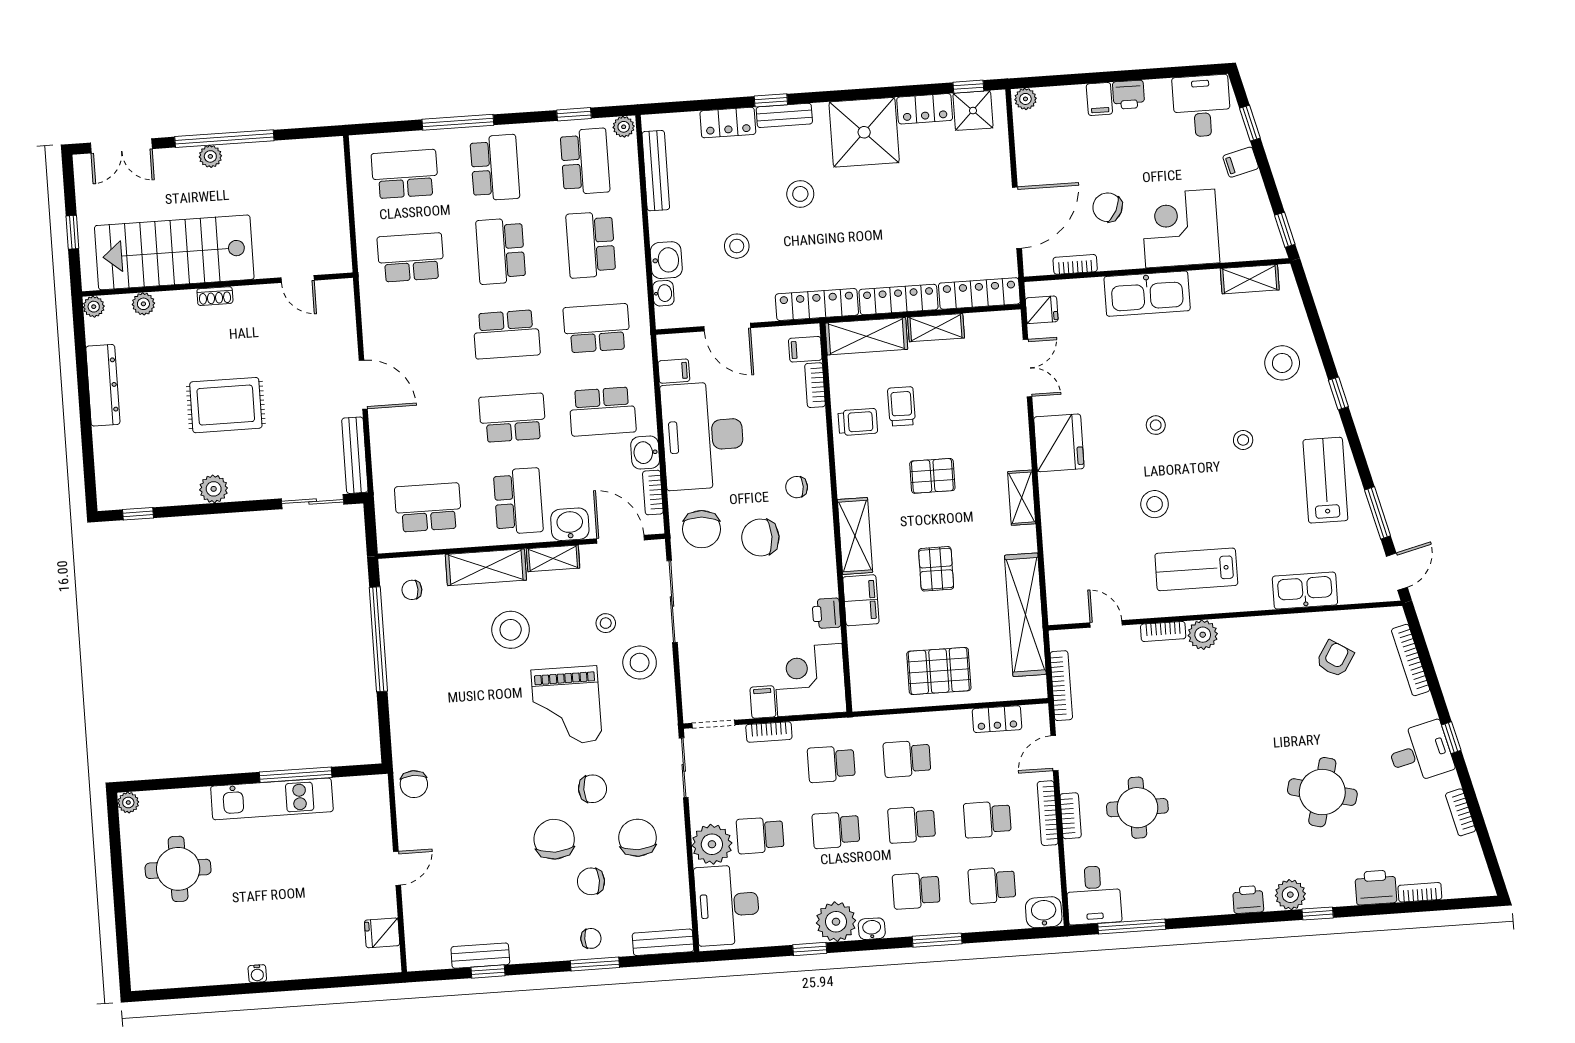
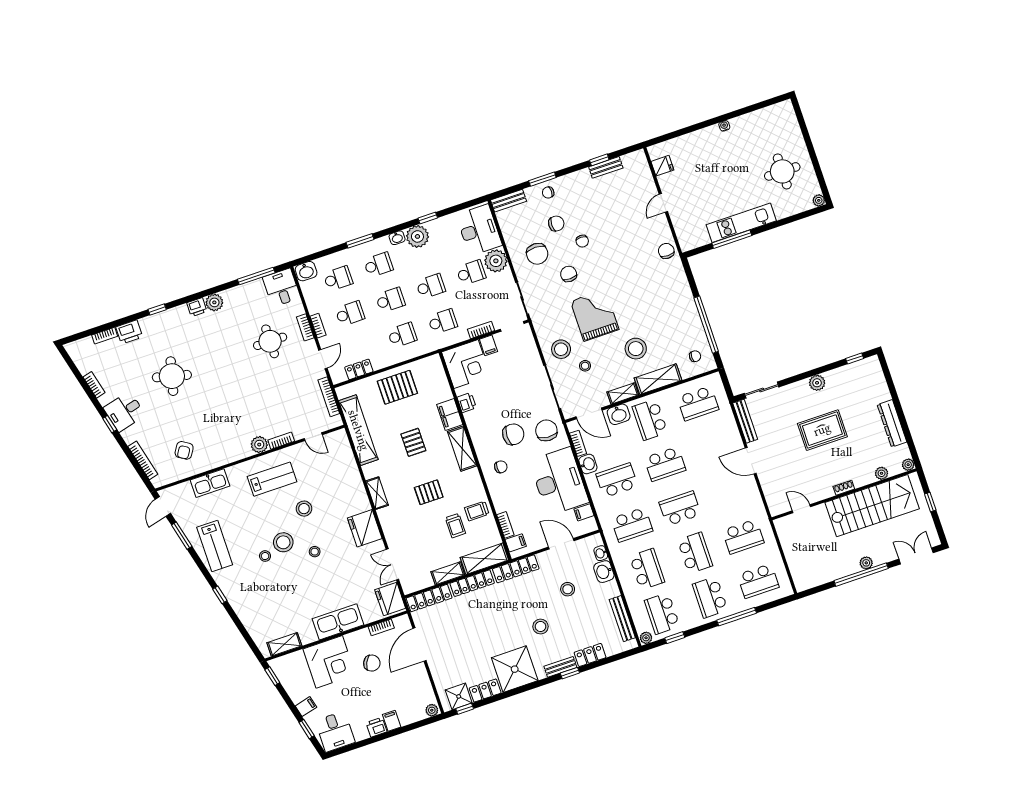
fridge: (1042, 310) -> (390, 599), width x1.88, depth x1.34
stool: (1282, 363) -> (283, 542), moved
chair: (593, 789) -> (569, 274), turned 89
bookcase: (1048, 813) -> (318, 326), width x0.64
chair: (554, 839) -> (582, 241), width x0.54, depth x0.54
plant: (1290, 895) -> (214, 302), moved

